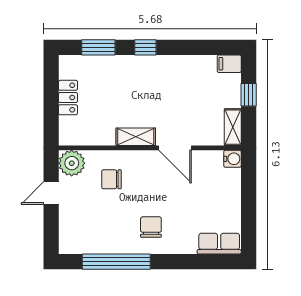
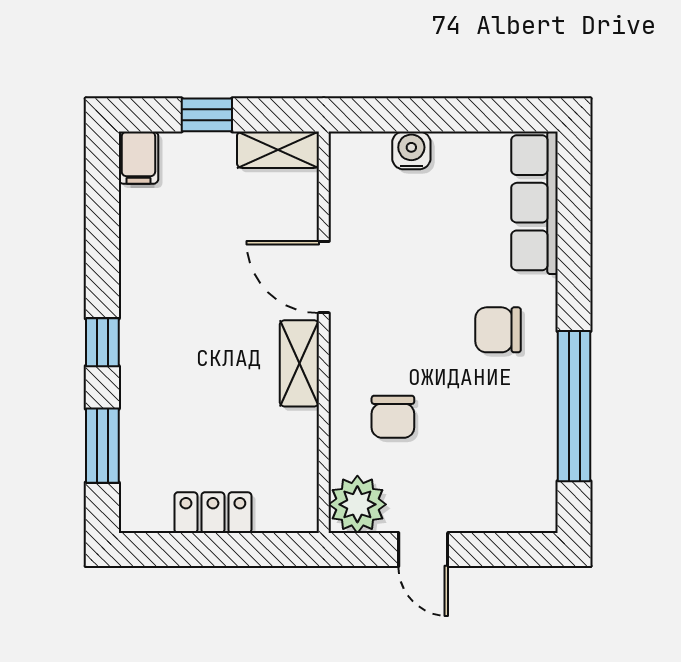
door: (175, 148) -> (324, 277), swing flipped
water cooler: (232, 159) -> (411, 150), moved
row of seats: (219, 244) -> (534, 203), width x1.48

